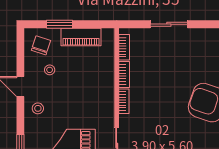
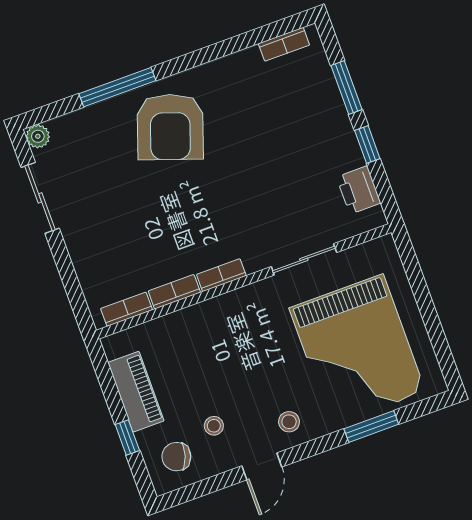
window: (59, 24) -> (127, 438), width x0.67
sliding door: (169, 24) -> (40, 198), moved

